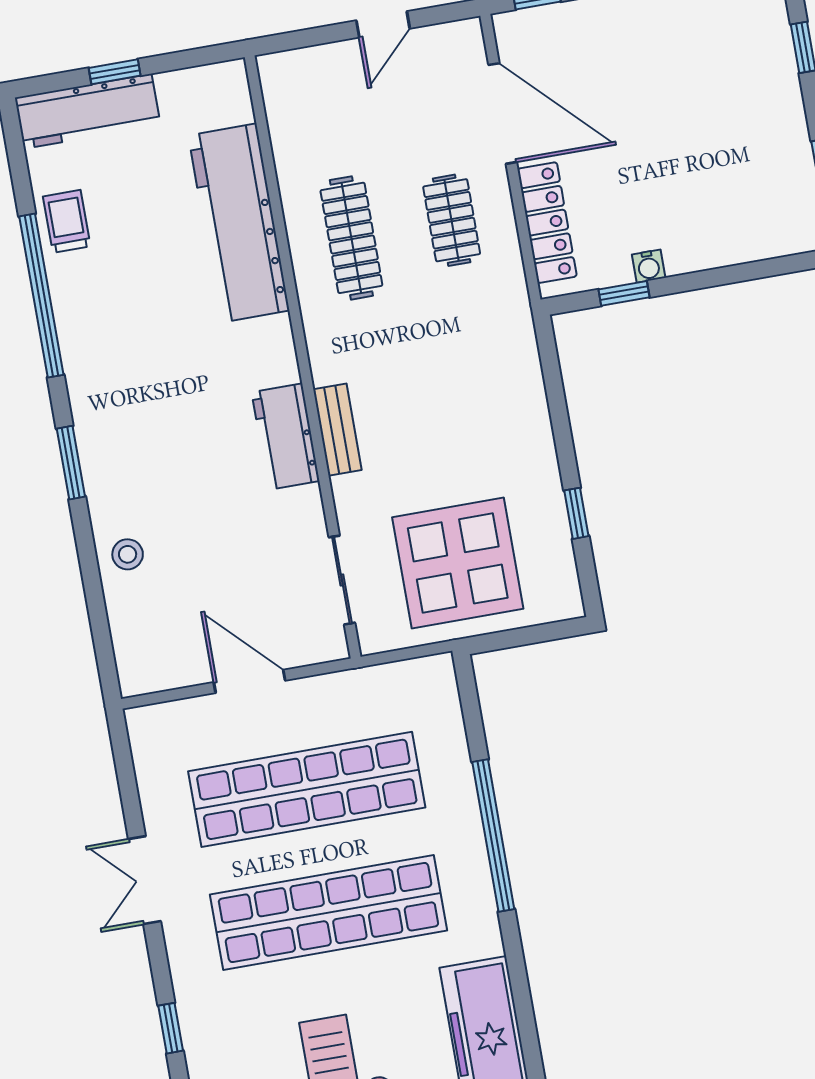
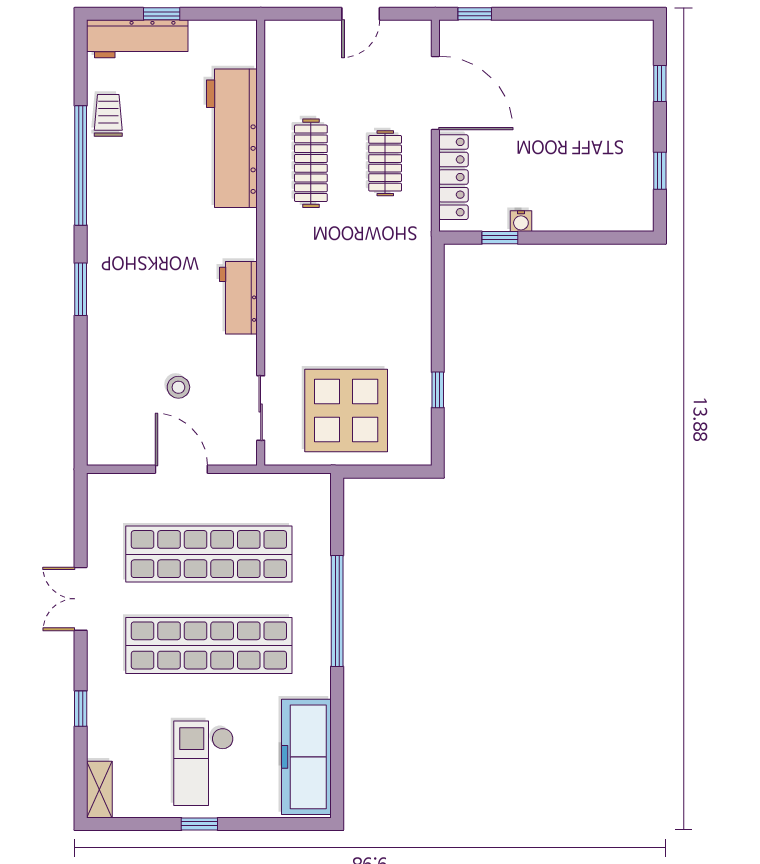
bench: (337, 430) -> (277, 299), removed
stool: (128, 554) -> (178, 387), moved

